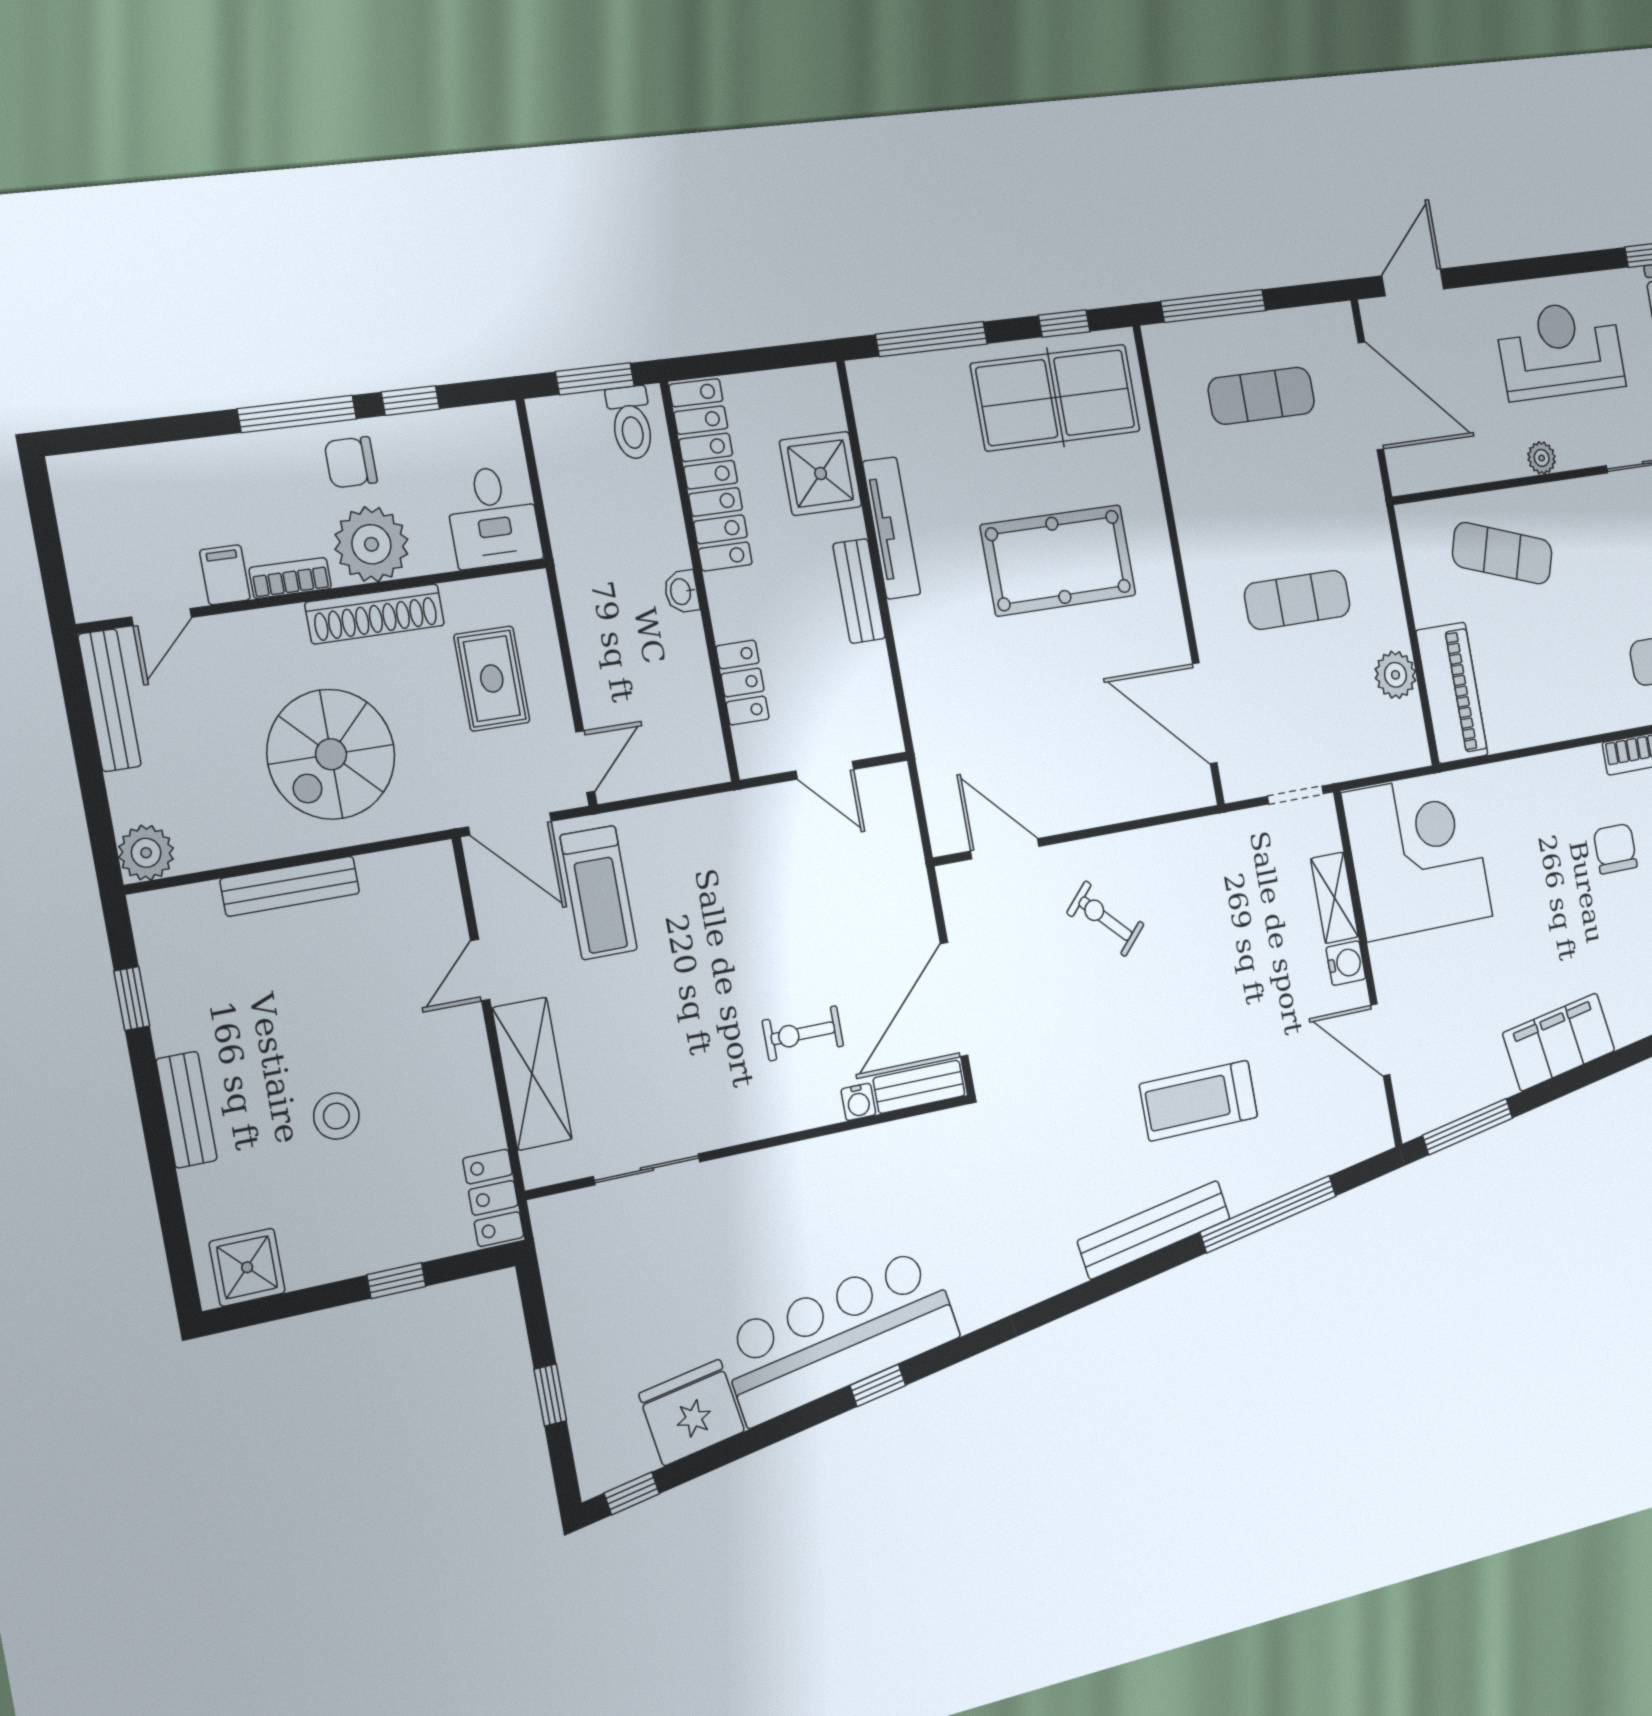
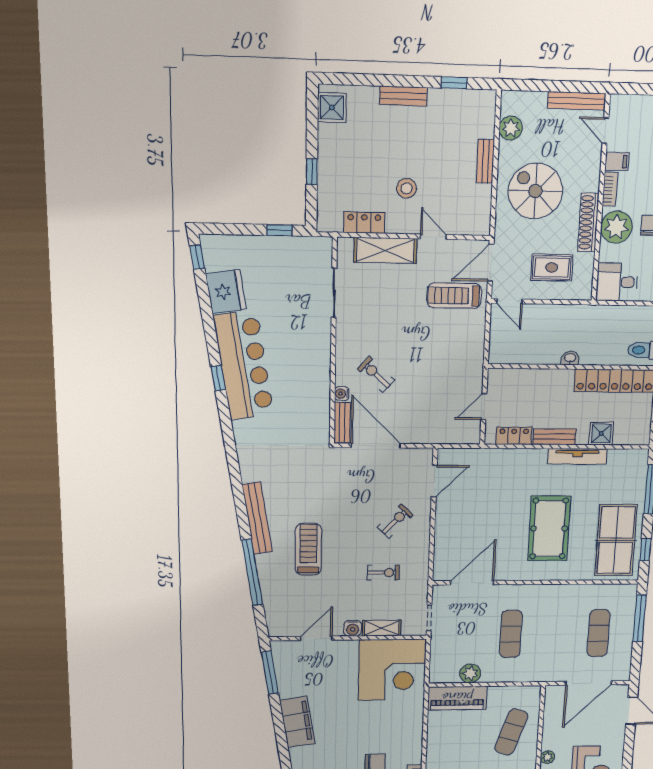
shower: (821, 473) -> (601, 433), width x0.73, depth x0.73
locker: (742, 683) -> (514, 436), moved, turned 180
plant: (146, 853) -> (511, 128), moved
bench: (290, 886) -> (485, 161), width x0.73
exercise bike: (1218, 921) -> (383, 573), added
exercise bike: (803, 1033) -> (376, 375), turned -48
stool: (336, 1116) -> (406, 188), moved
locker: (493, 1198) -> (364, 223), moved
window: (550, 1395) -> (279, 230), moved

